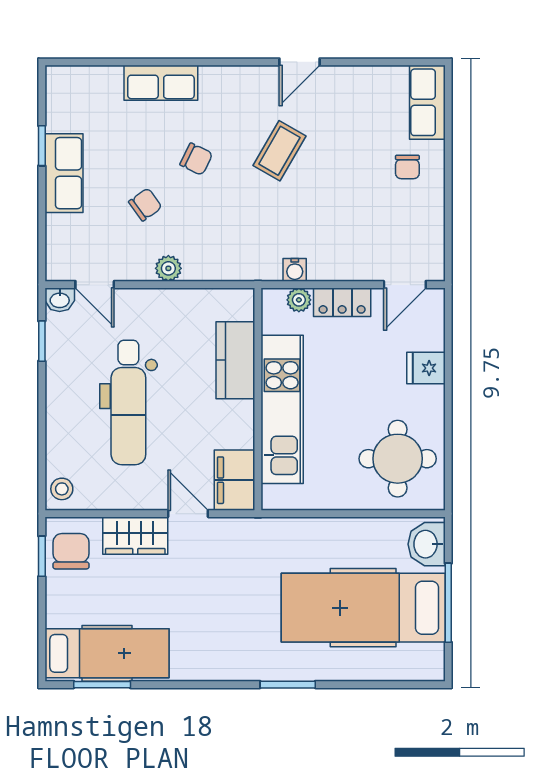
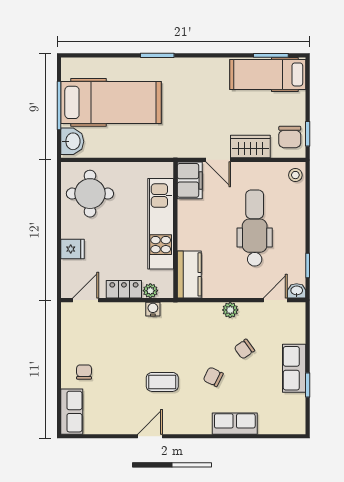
coffee table: (279, 151) -> (162, 382), turned 60
door: (95, 285) -> (275, 300), hinge flipped
kitchen counter: (235, 360) -> (189, 274), moved

